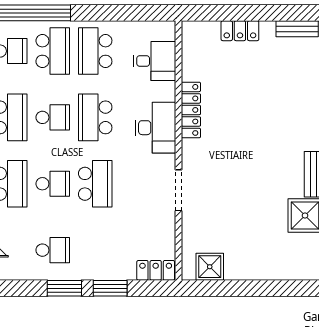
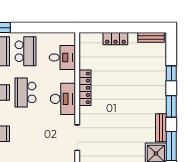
school desk: (95, 51) -> (26, 51), turned 180
school desk: (95, 184) -> (26, 134), removed

